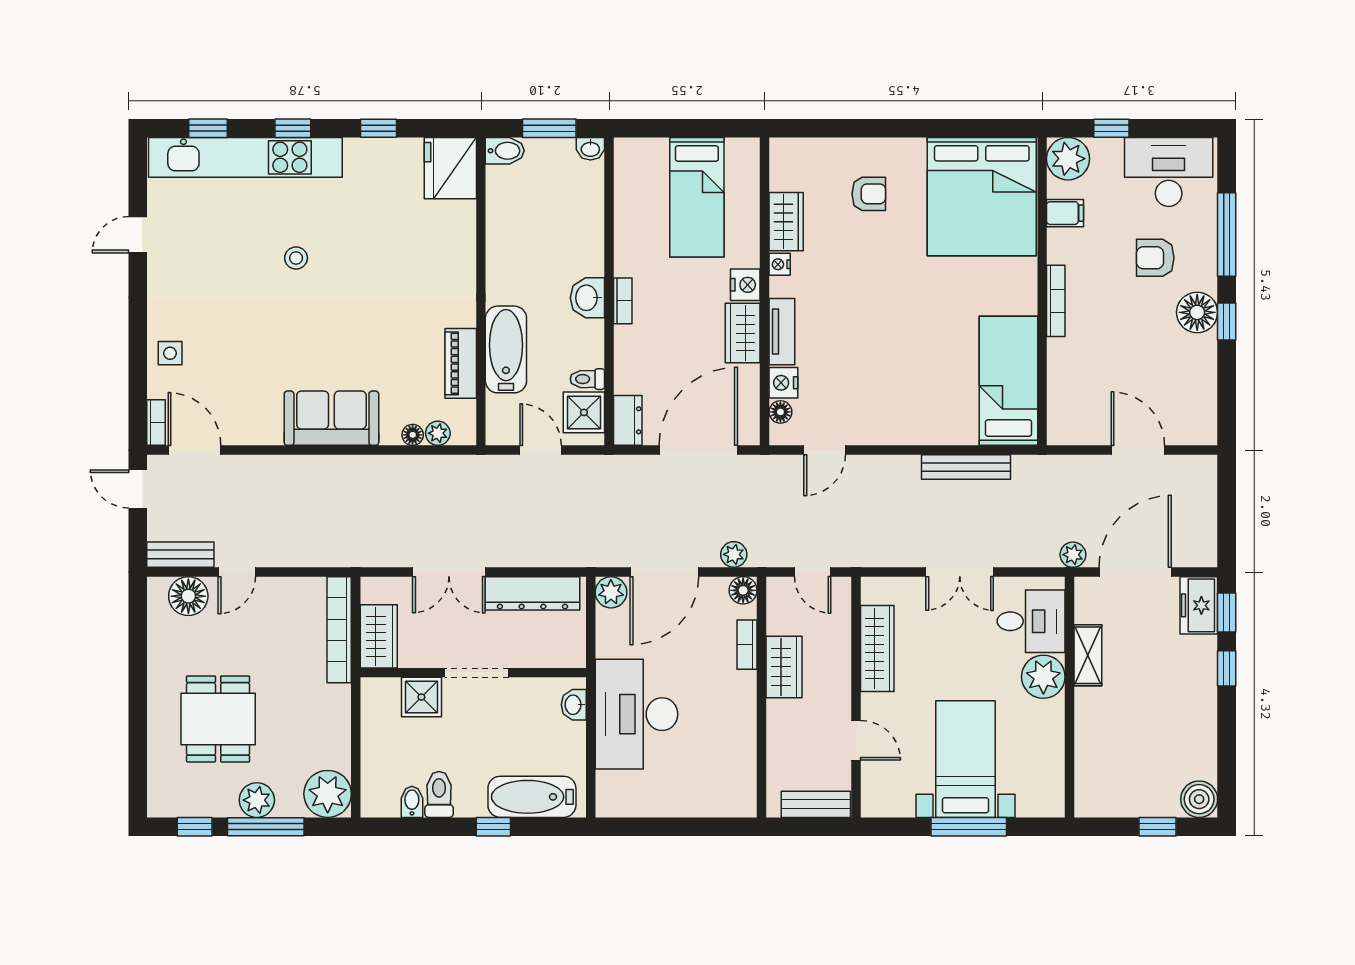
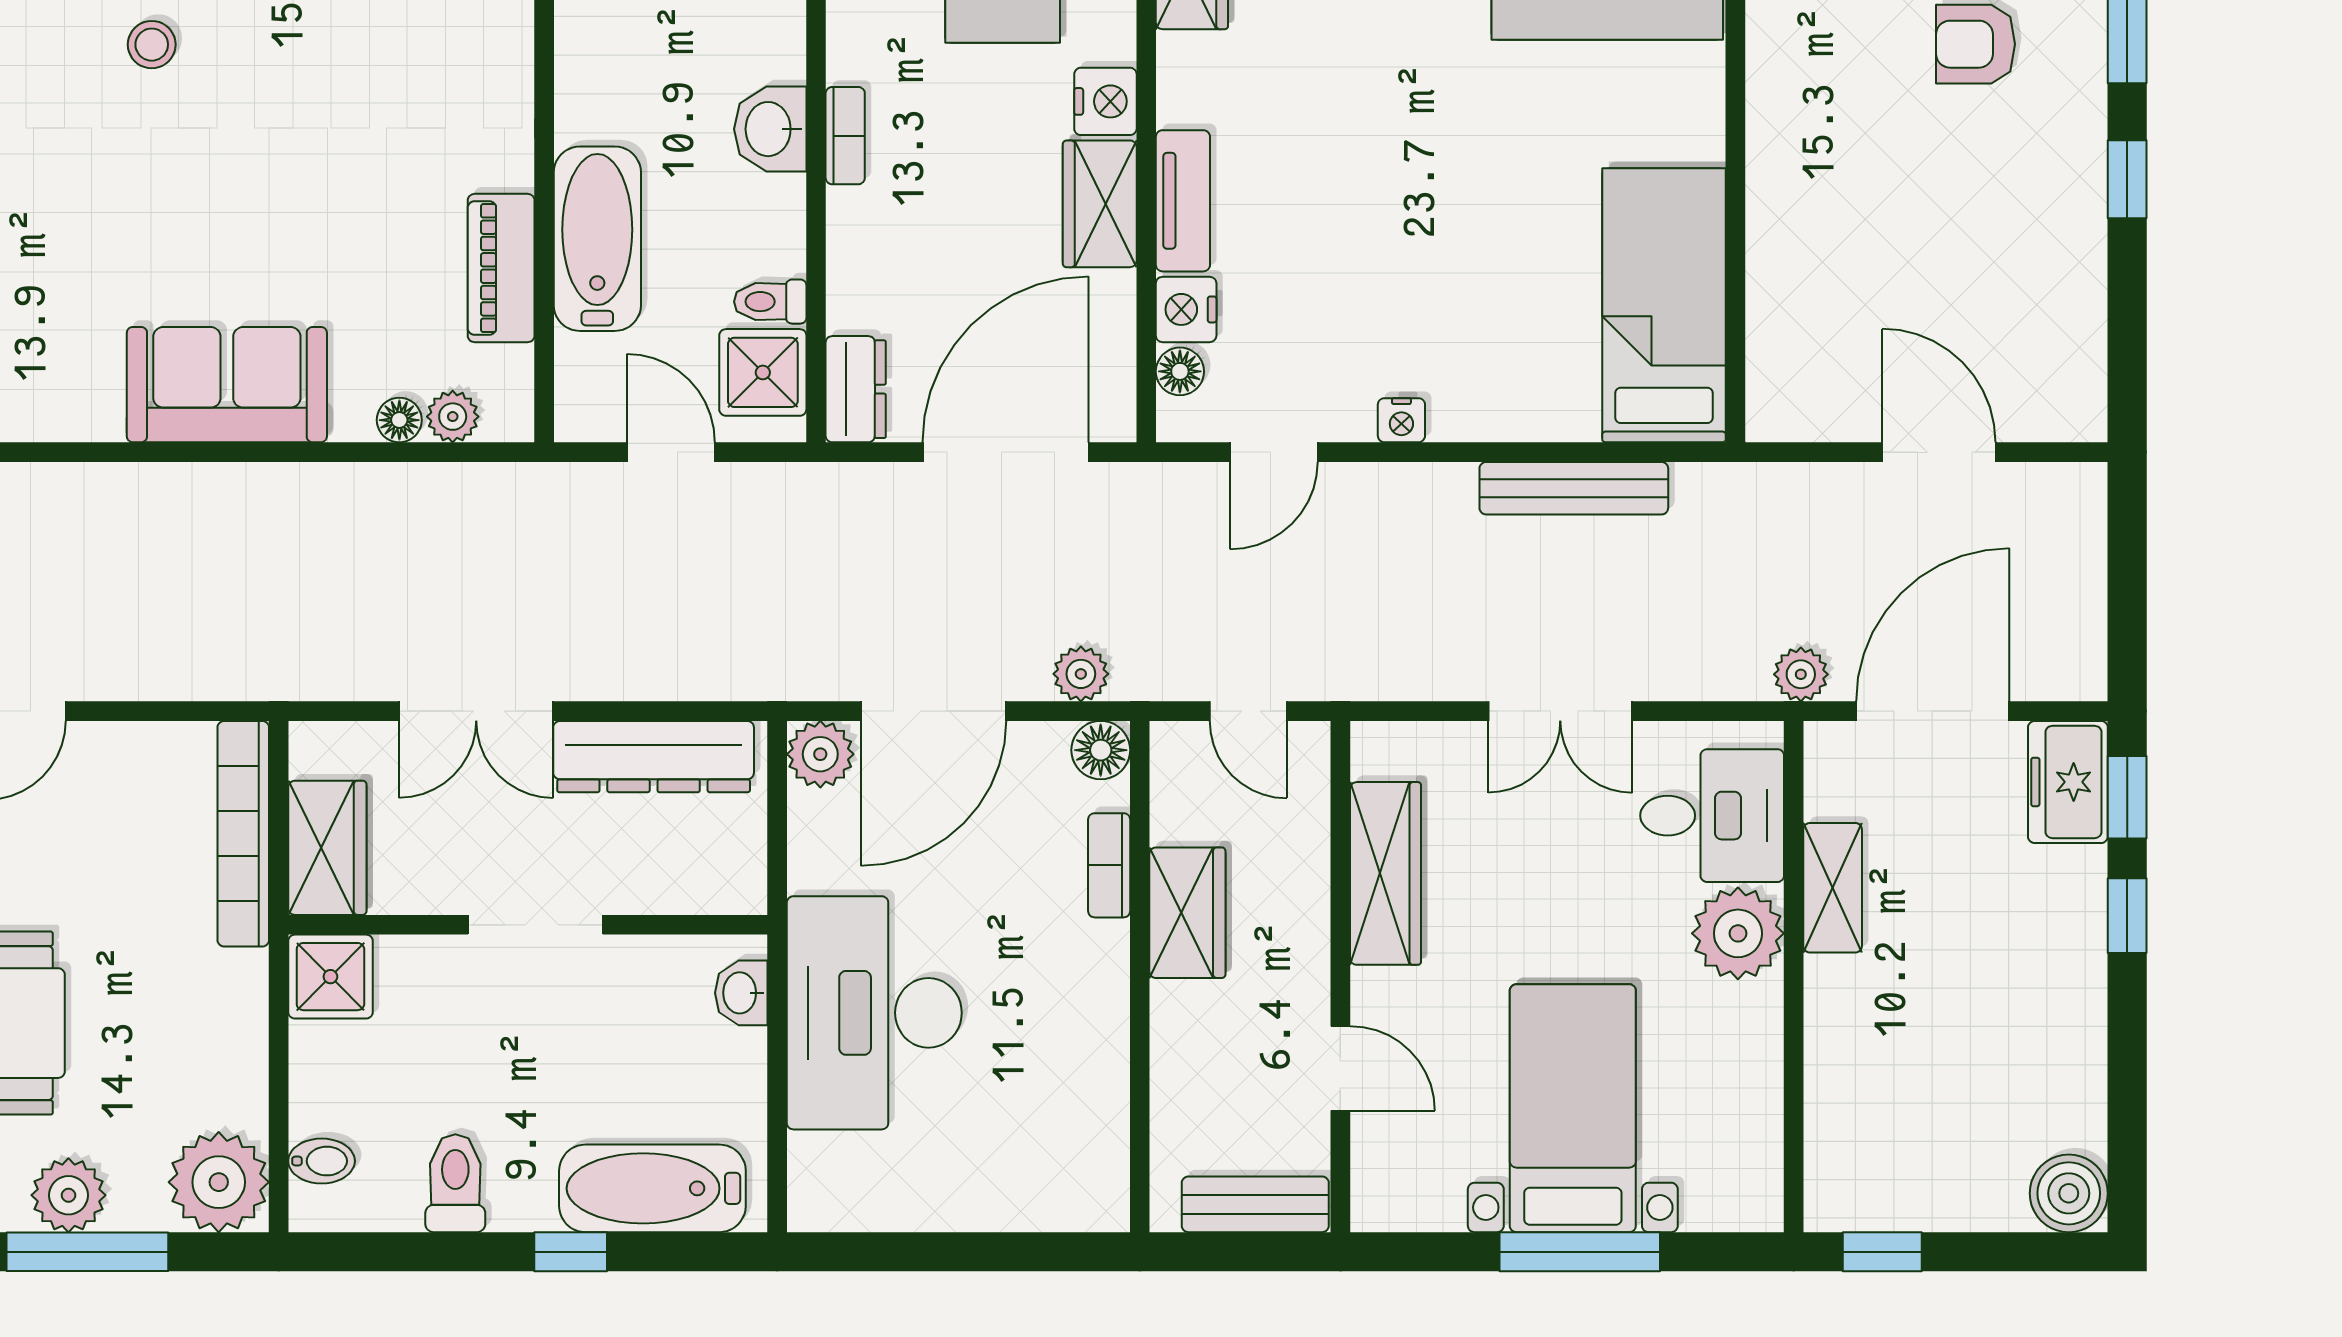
nightstand: (780, 264) -> (1401, 420), moved, turned -90
bookcase: (1056, 301) -> (1765, 136), removed
floor lamp: (1197, 312) -> (2064, 160), removed
shower: (421, 697) -> (330, 977), moved
bidet: (412, 802) -> (322, 1161), moved, turned 90
window: (1157, 827) -> (1882, 1252), moved

